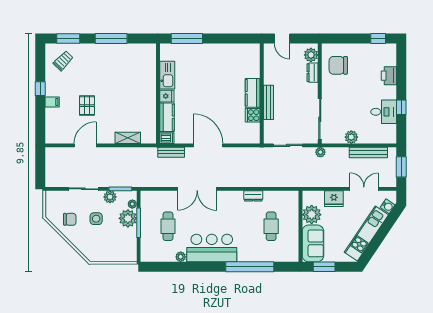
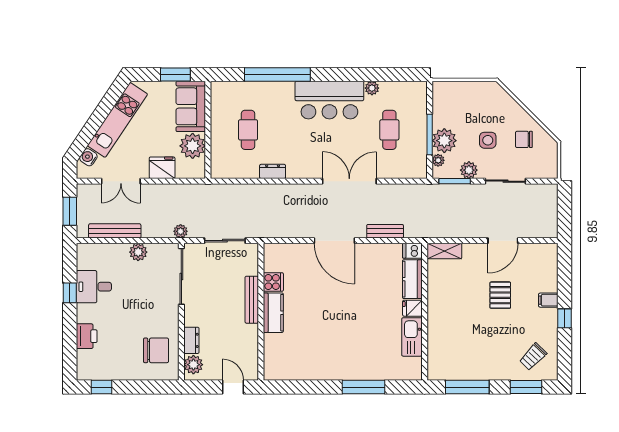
kitchen sink: (167, 75) -> (412, 337), moved
wall: (158, 93) -> (425, 312), moved
fridge: (167, 96) -> (412, 308), moved
kitchen counter: (167, 117) -> (412, 279), moved
dishwasher: (167, 138) -> (412, 251), moved

